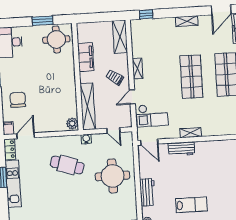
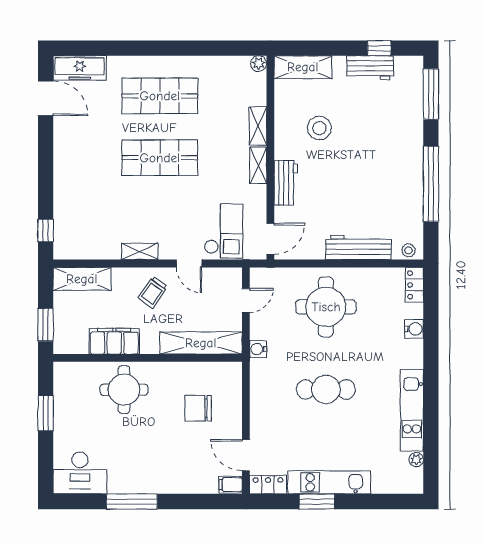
window: (93, 18) -> (46, 325), added
shelving: (187, 21) -> (258, 126), moved
round table: (56, 40) -> (124, 390), moved
chair: (18, 100) -> (198, 408), moved
plant: (72, 124) -> (229, 372), removed
cafe table: (67, 165) -> (326, 389), moved, turned 72
stool: (214, 166) -> (319, 128), added
workbench: (147, 192) -> (358, 247), width x1.38
lab bench: (191, 205) -> (385, 171), removed

